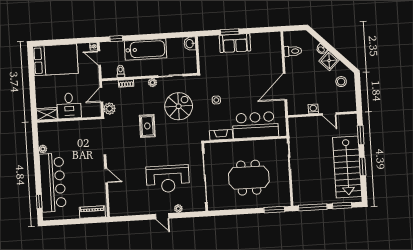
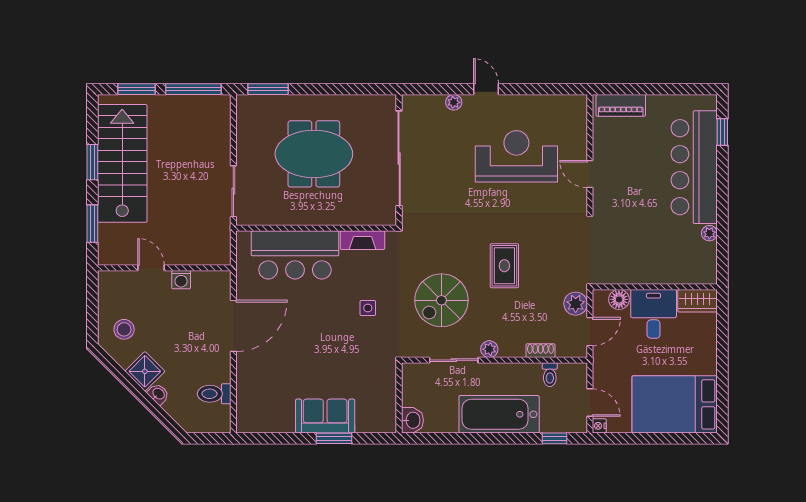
floor lamp: (87, 112) -> (619, 299), added
reception desk: (168, 179) -> (516, 156), moved

